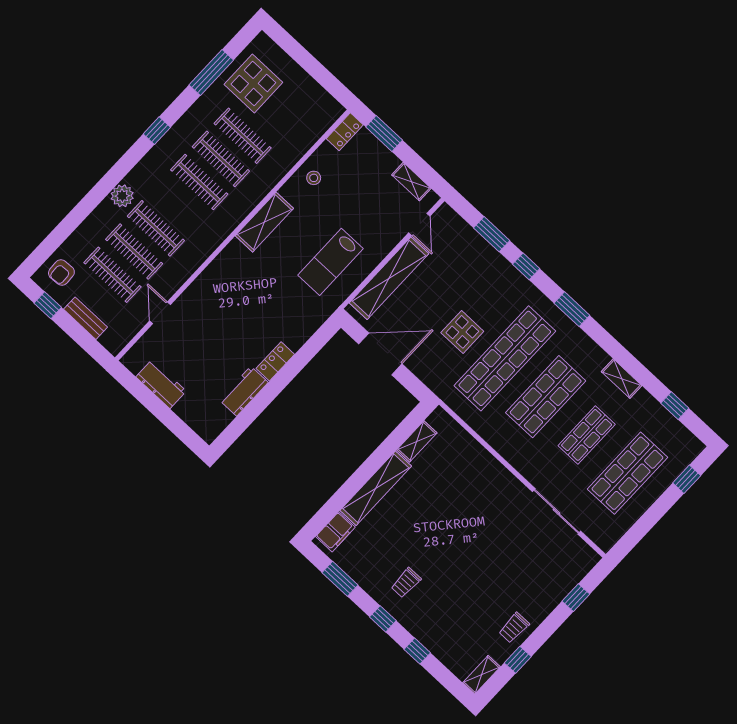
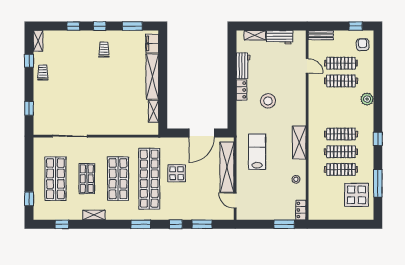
shelving: (411, 182) -> (255, 35), moved
clothes rail: (156, 228) -> (341, 99), removed
stool: (254, 315) -> (268, 101), added
bench: (86, 318) -> (321, 35), moved

